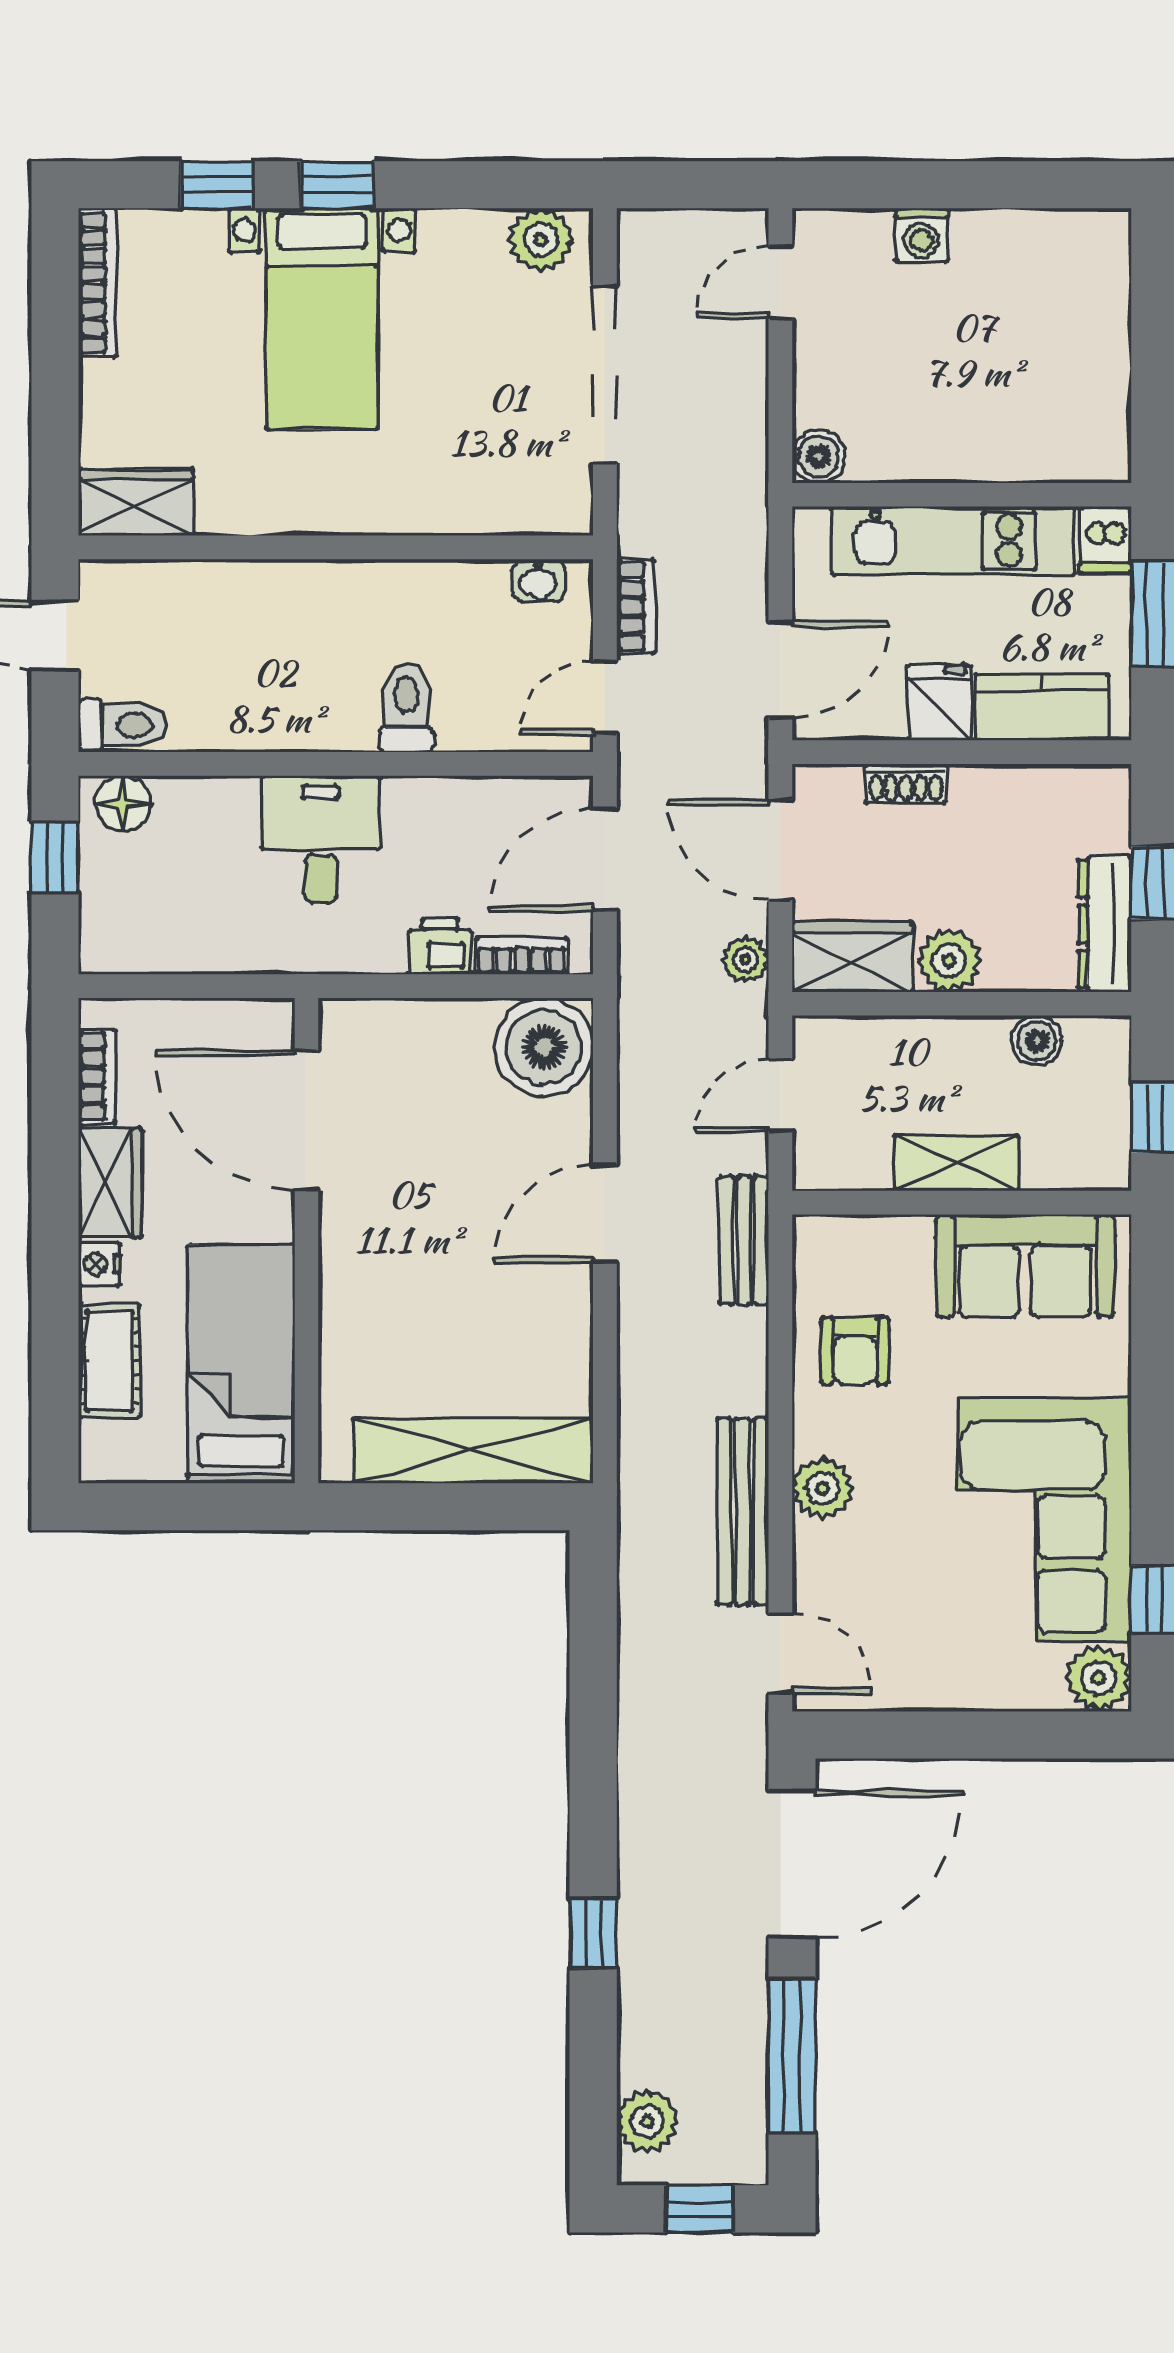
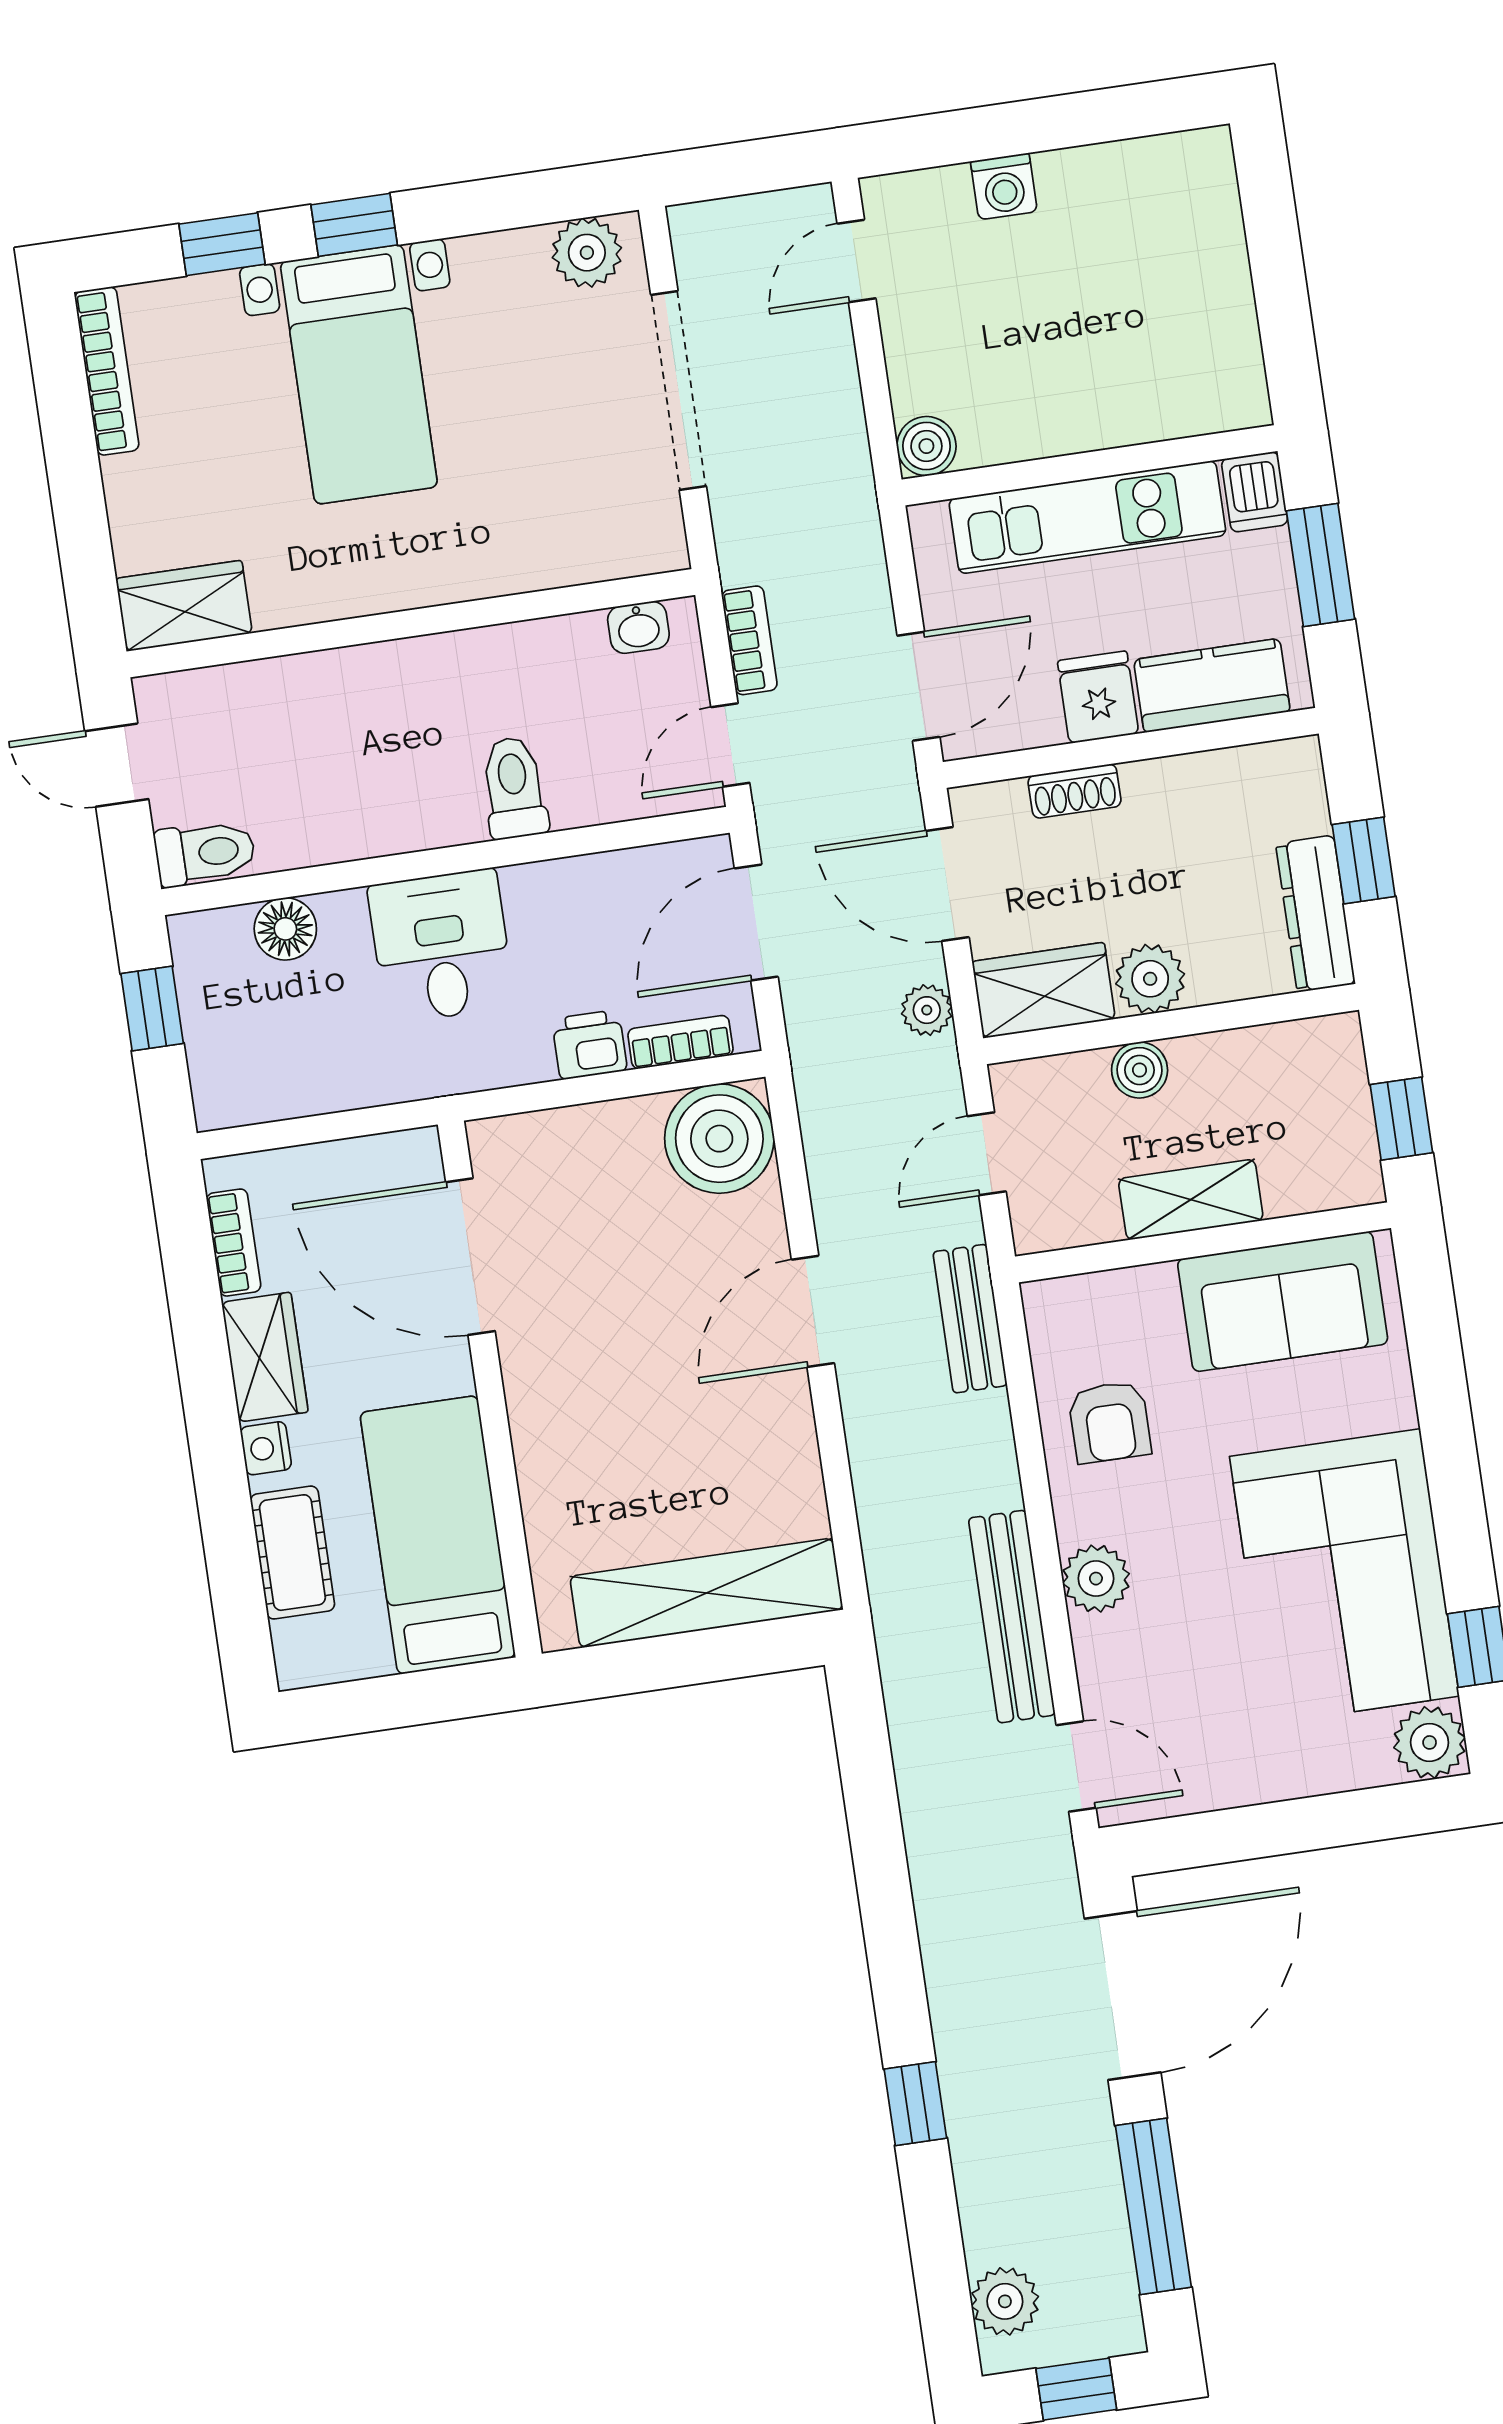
floor lamp: (123, 804) -> (285, 929), moved
boiler: (1037, 1041) -> (1140, 1070), moved

